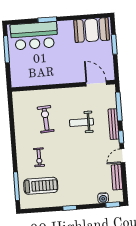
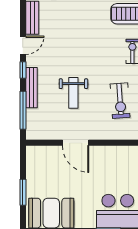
door: (96, 83) -> (76, 143), moved
weight bench: (81, 122) -> (73, 93), turned 90

